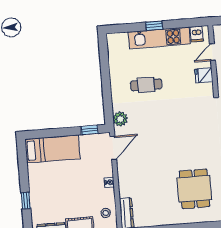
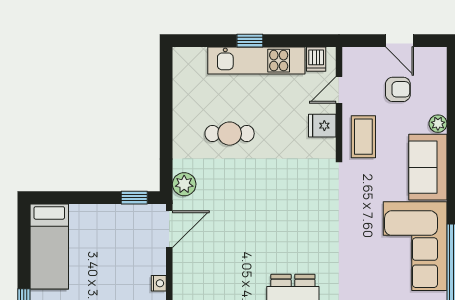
bed: (52, 149) -> (49, 247), moved, turned 90

